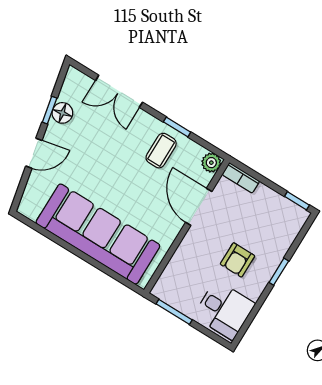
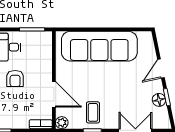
armchair: (237, 260) -> (15, 79), turned 180

